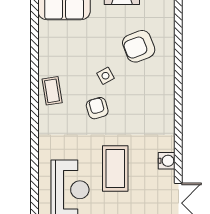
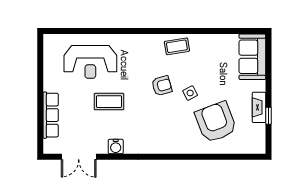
armchair: (139, 46) -> (216, 122), width x1.36, depth x1.36
coffee table: (115, 168) -> (109, 102), width x0.73, depth x0.76

